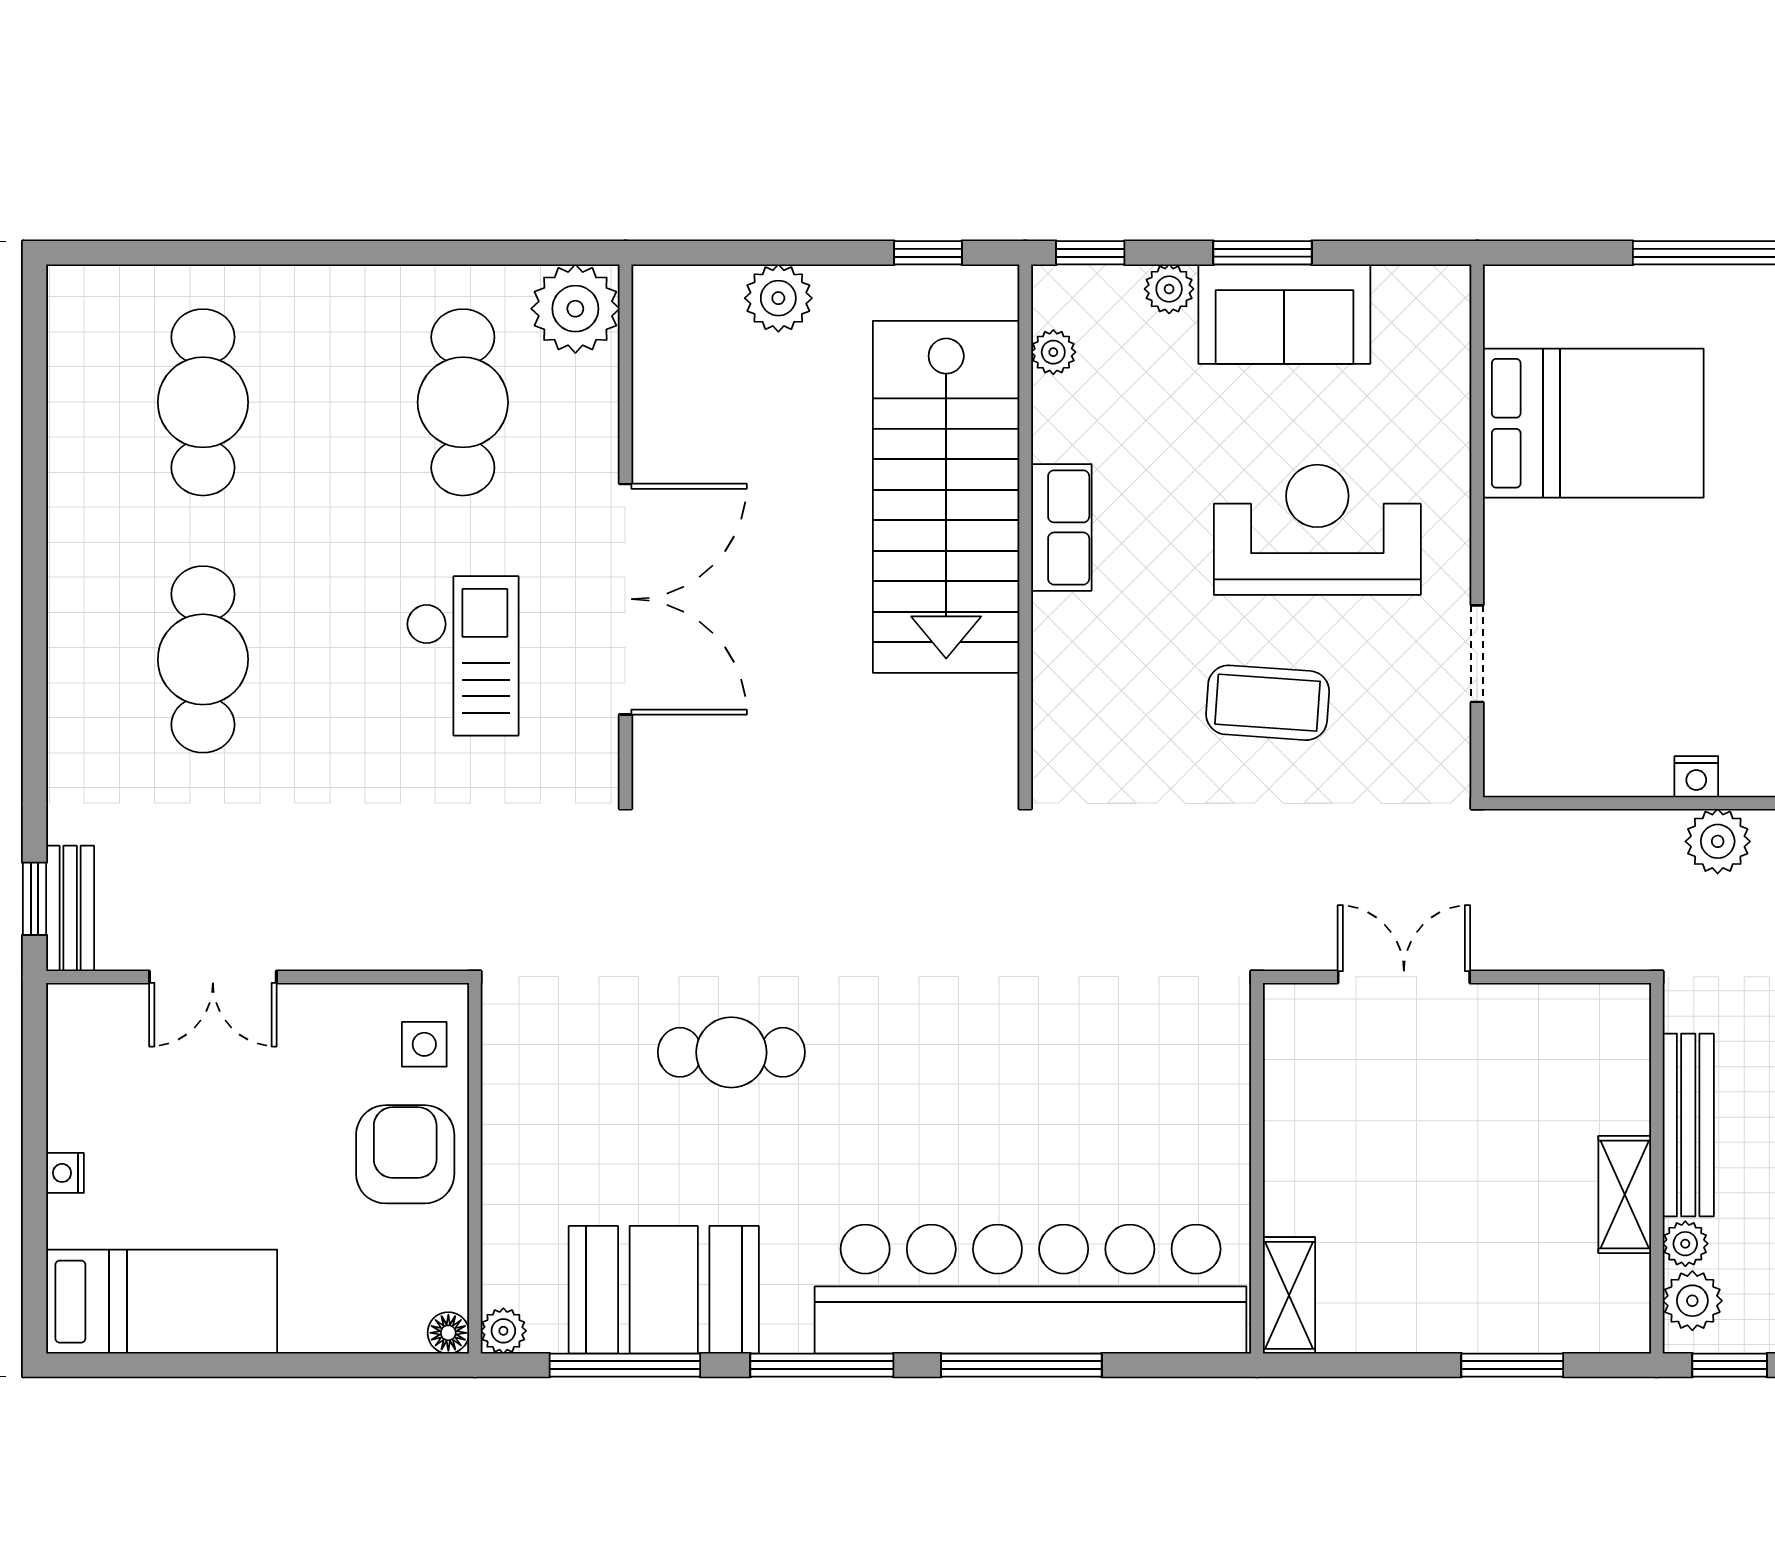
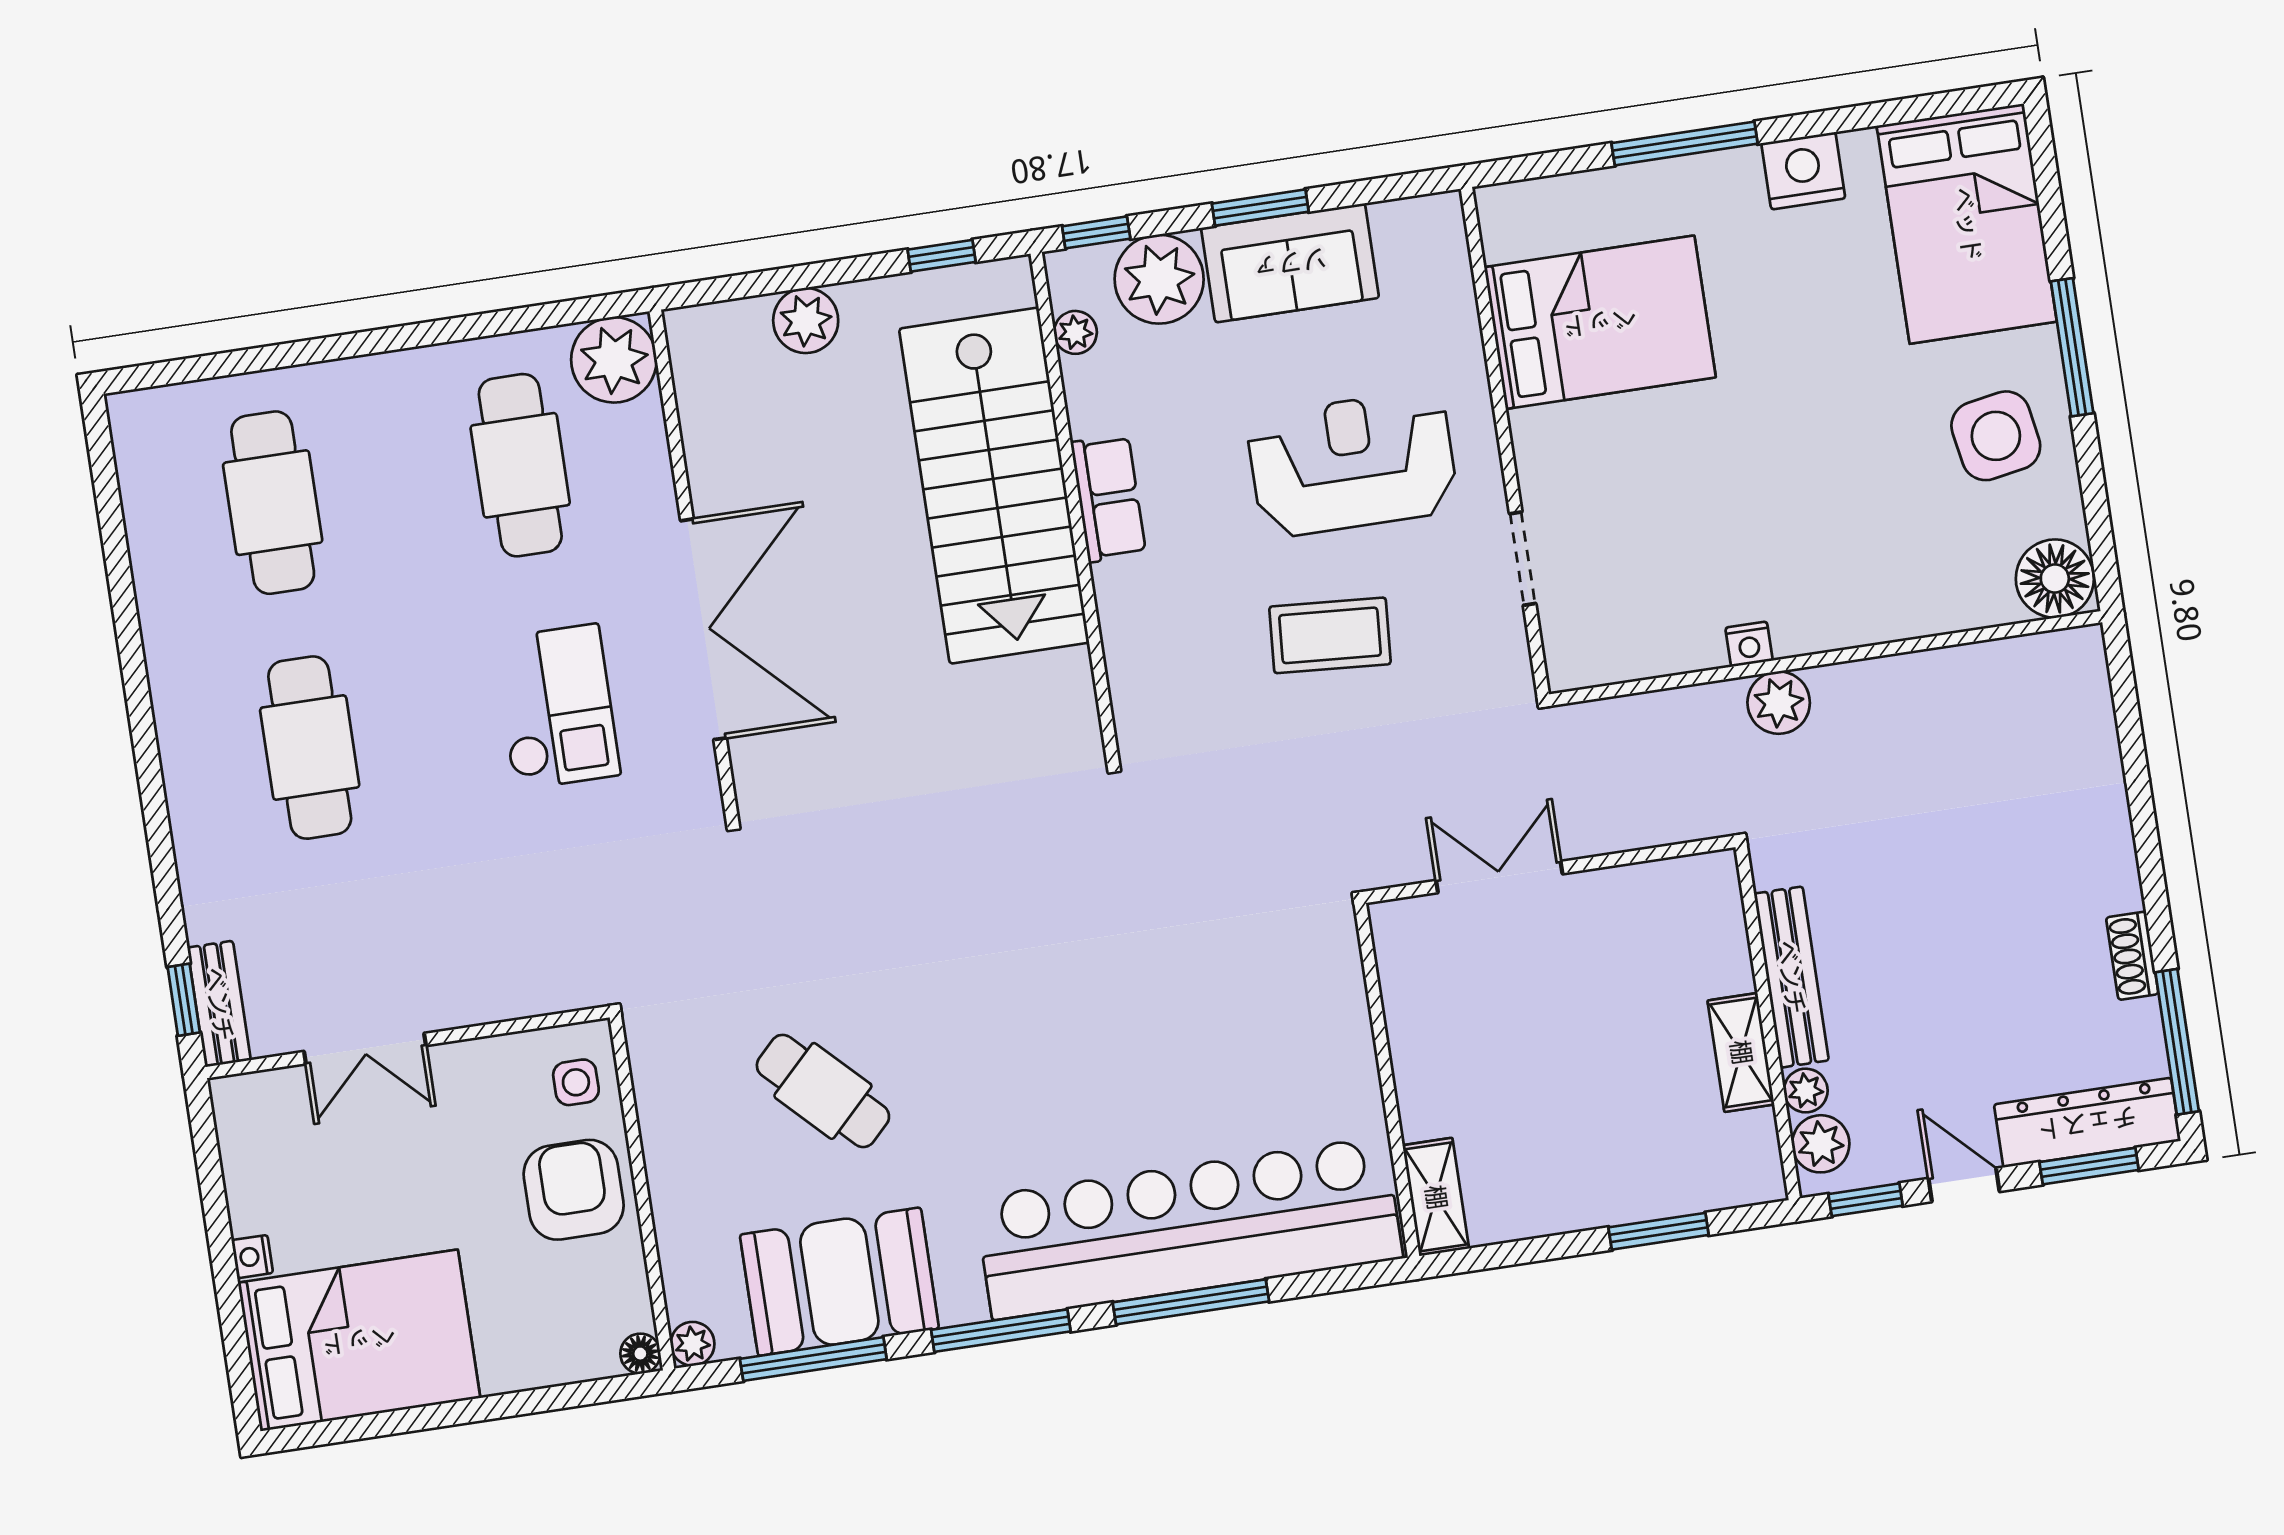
plant: (1169, 289) -> (1159, 279), width x1.88, depth x1.88
cafe table: (731, 1052) -> (823, 1091), moved, turned 45
bed: (162, 1302) -> (359, 1340), width x1.50

